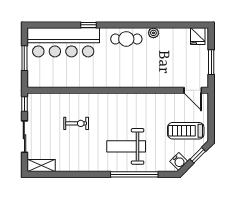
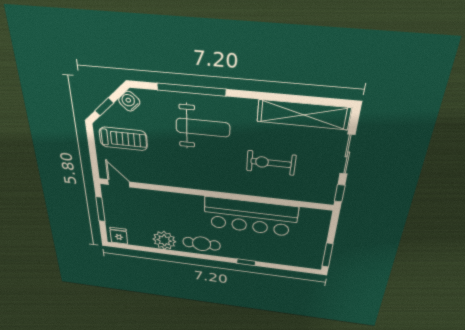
plant: (153, 33) -> (164, 240), width x1.88, depth x1.88
bar counter: (63, 42) -> (250, 217), moved, turned 180
window: (24, 58) -> (327, 255), moved
exercise bike: (76, 123) -> (271, 163), width x1.38, depth x1.39
shelving: (41, 165) -> (303, 115), width x2.20, depth x1.33

